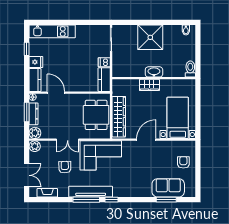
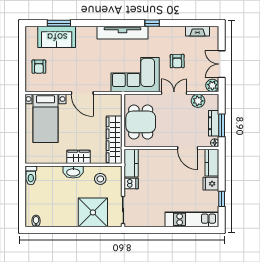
shower: (150, 37) -> (93, 212), moved
stool: (131, 66) -> (100, 179), added
wardrobe: (119, 117) -> (114, 140), moved
plant: (35, 133) -> (198, 101), moved
door: (146, 140) -> (82, 93), hinge flipped
double door: (27, 175) -> (222, 64), moved
tv unit: (91, 192) -> (122, 33), moved
window: (86, 200) -> (152, 23), width x0.46
window: (111, 200) -> (123, 23), removed

